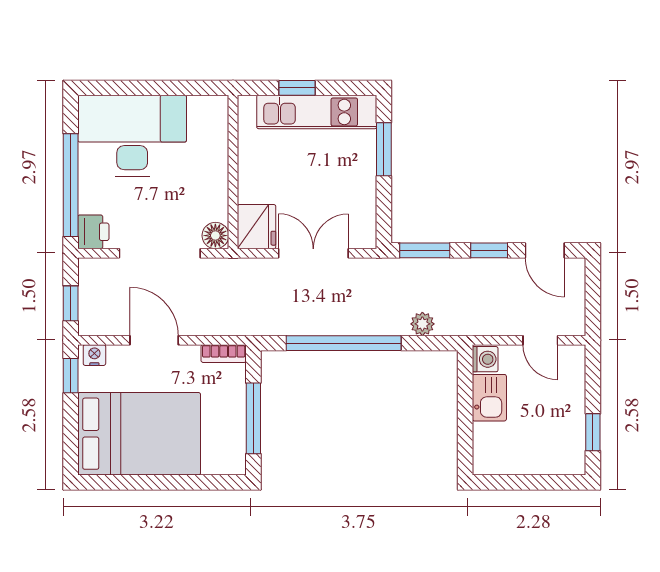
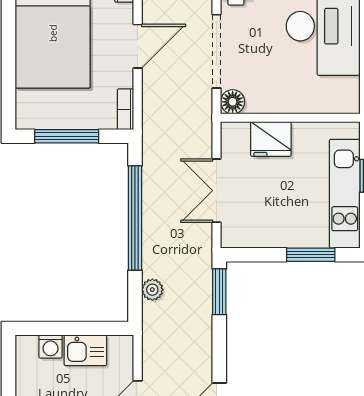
fridge: (257, 227) -> (271, 139), moved
window: (489, 250) -> (219, 350), removed
double door: (313, 253) -> (217, 191), swing flipped
washing machine: (485, 359) -> (51, 347), moved

